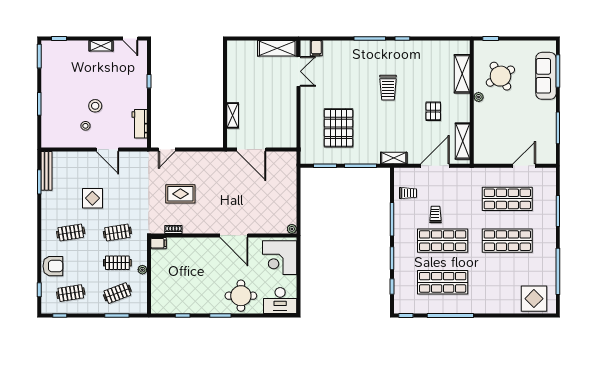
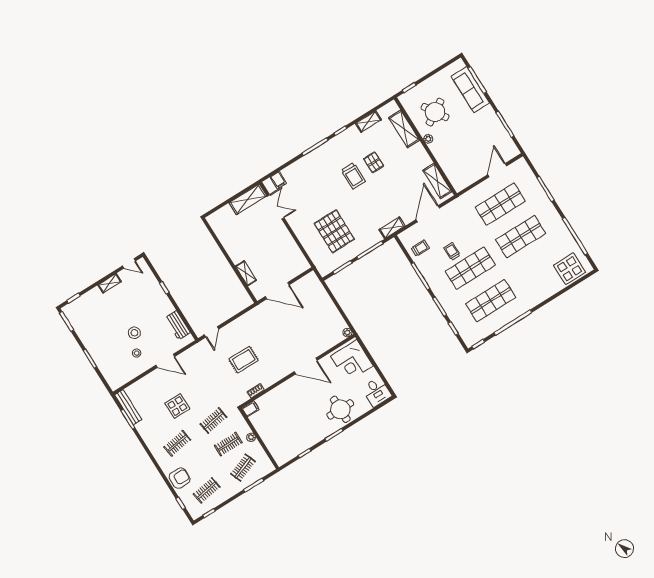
shelving: (433, 46) -> (368, 122), added
pallet: (433, 111) -> (374, 162), moved
desk: (280, 301) -> (377, 392), width x0.73

